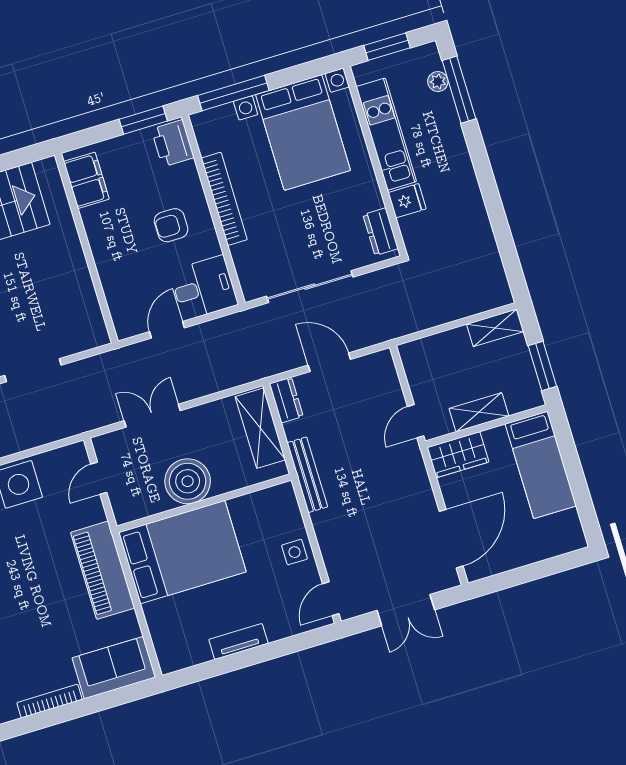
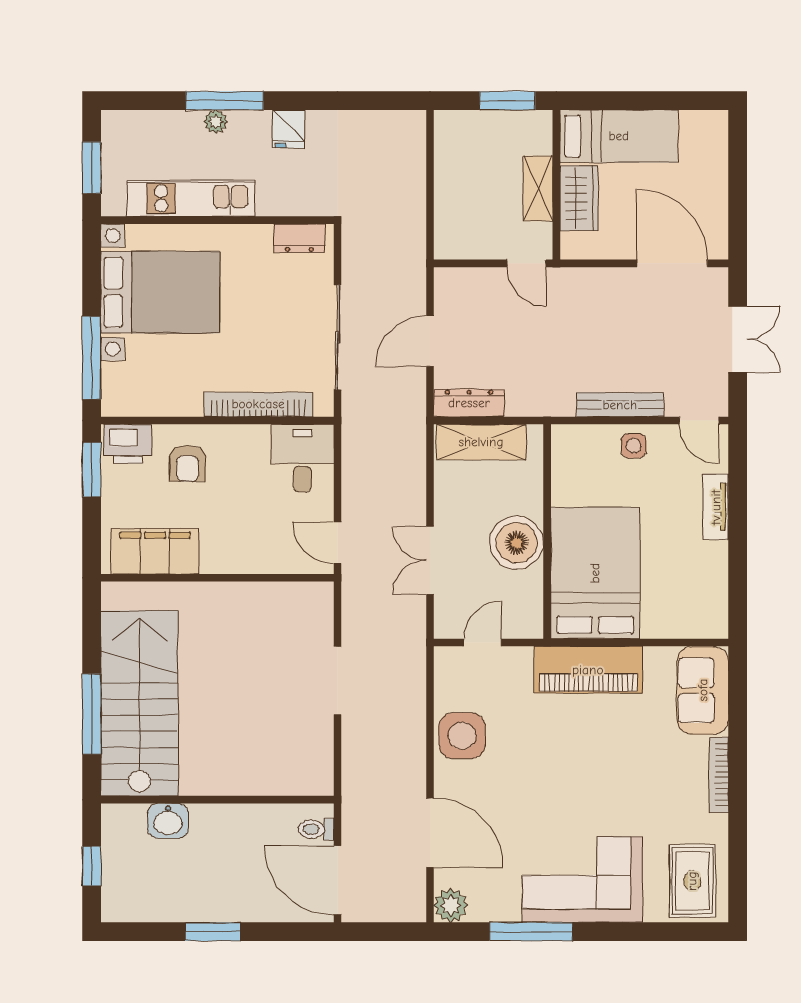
plant: (438, 82) -> (216, 122), moved
window: (459, 90) -> (225, 101), moved
filing cabinet: (86, 180) -> (155, 551), width x1.50, depth x1.17
bookcase: (224, 199) -> (258, 404), moved
fridge: (407, 201) -> (289, 129), moved, turned 180
armchair: (171, 225) -> (187, 463), moved
shelving: (495, 328) -> (448, 141), removed
door: (167, 330) -> (338, 543), moved
dresser: (286, 400) -> (469, 403), width x1.44
wardrobe: (458, 455) -> (579, 198), moved
bench: (307, 475) -> (620, 405), moved
door: (99, 478) -> (483, 642), swing flipped
tv unit: (238, 641) -> (716, 507), moved

